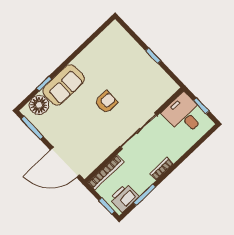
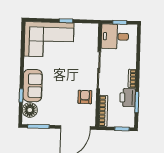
corner sofa: (121, 57) -> (49, 39), added
armchair: (106, 102) -> (85, 97), moved
printer: (124, 198) -> (128, 98), moved

